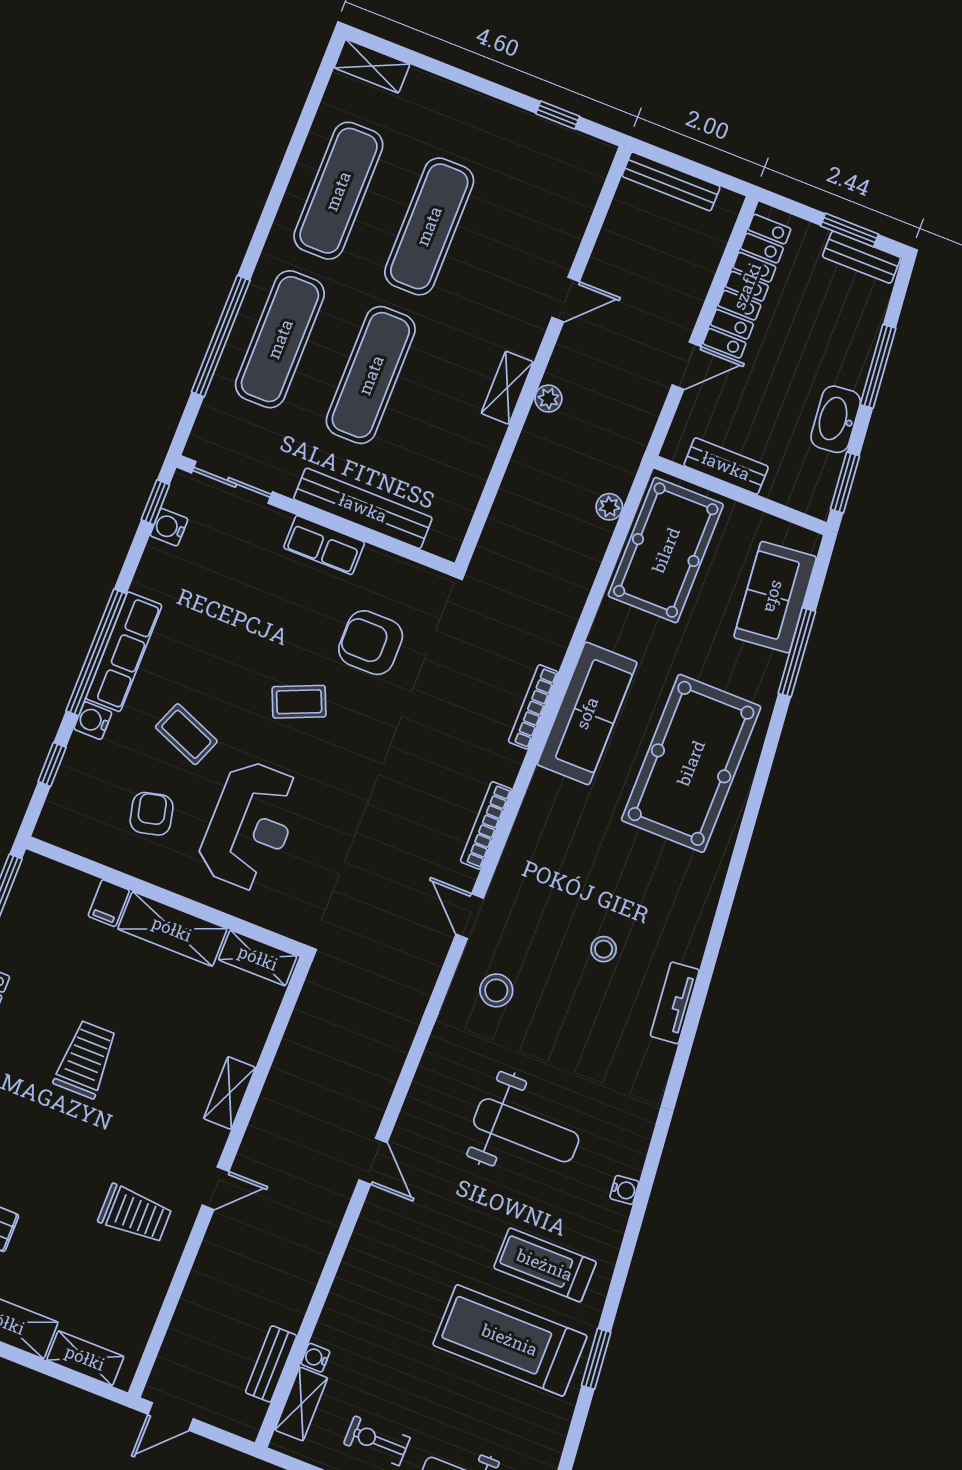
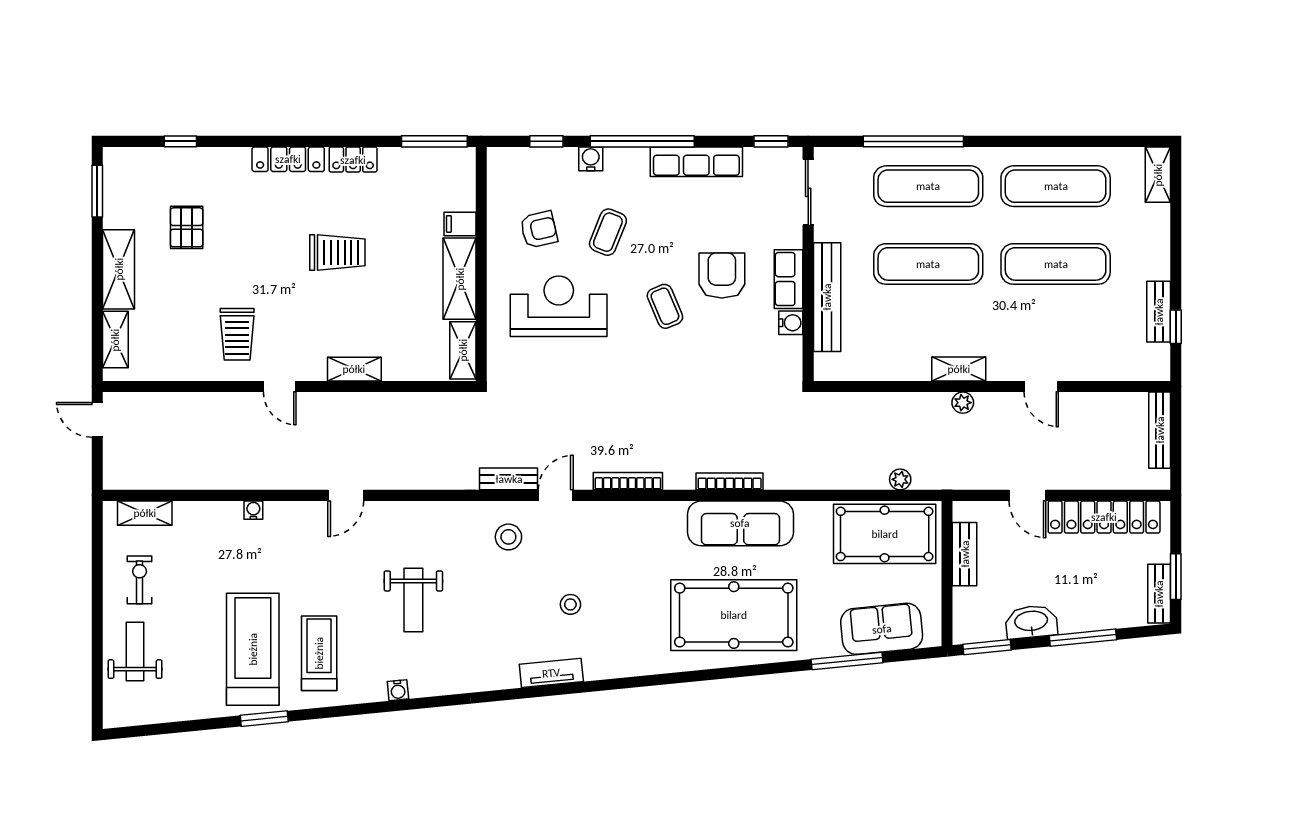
bench: (532, 128) -> (1159, 312), added
water cooler: (169, 527) -> (791, 323), moved, turned 90
armchair: (371, 643) -> (722, 275), moved
row of seats: (124, 652) -> (696, 162), moved
reception desk: (250, 826) -> (559, 306), turned 180
weight bench: (526, 1130) -> (413, 600), width x0.73, depth x0.75
water cooler: (315, 1358) -> (253, 510), moved
bench: (271, 1364) -> (509, 479), moved

